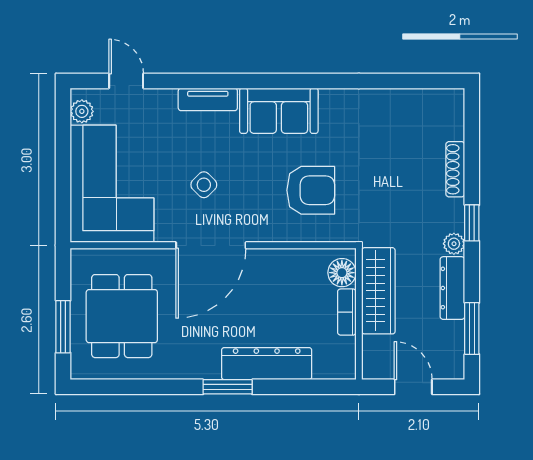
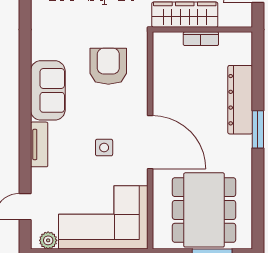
side table: (204, 185) -> (104, 148), turned 45
floor lamp: (342, 273) -> (171, 42), removed
dining table: (122, 316) -> (204, 210), width x1.37

